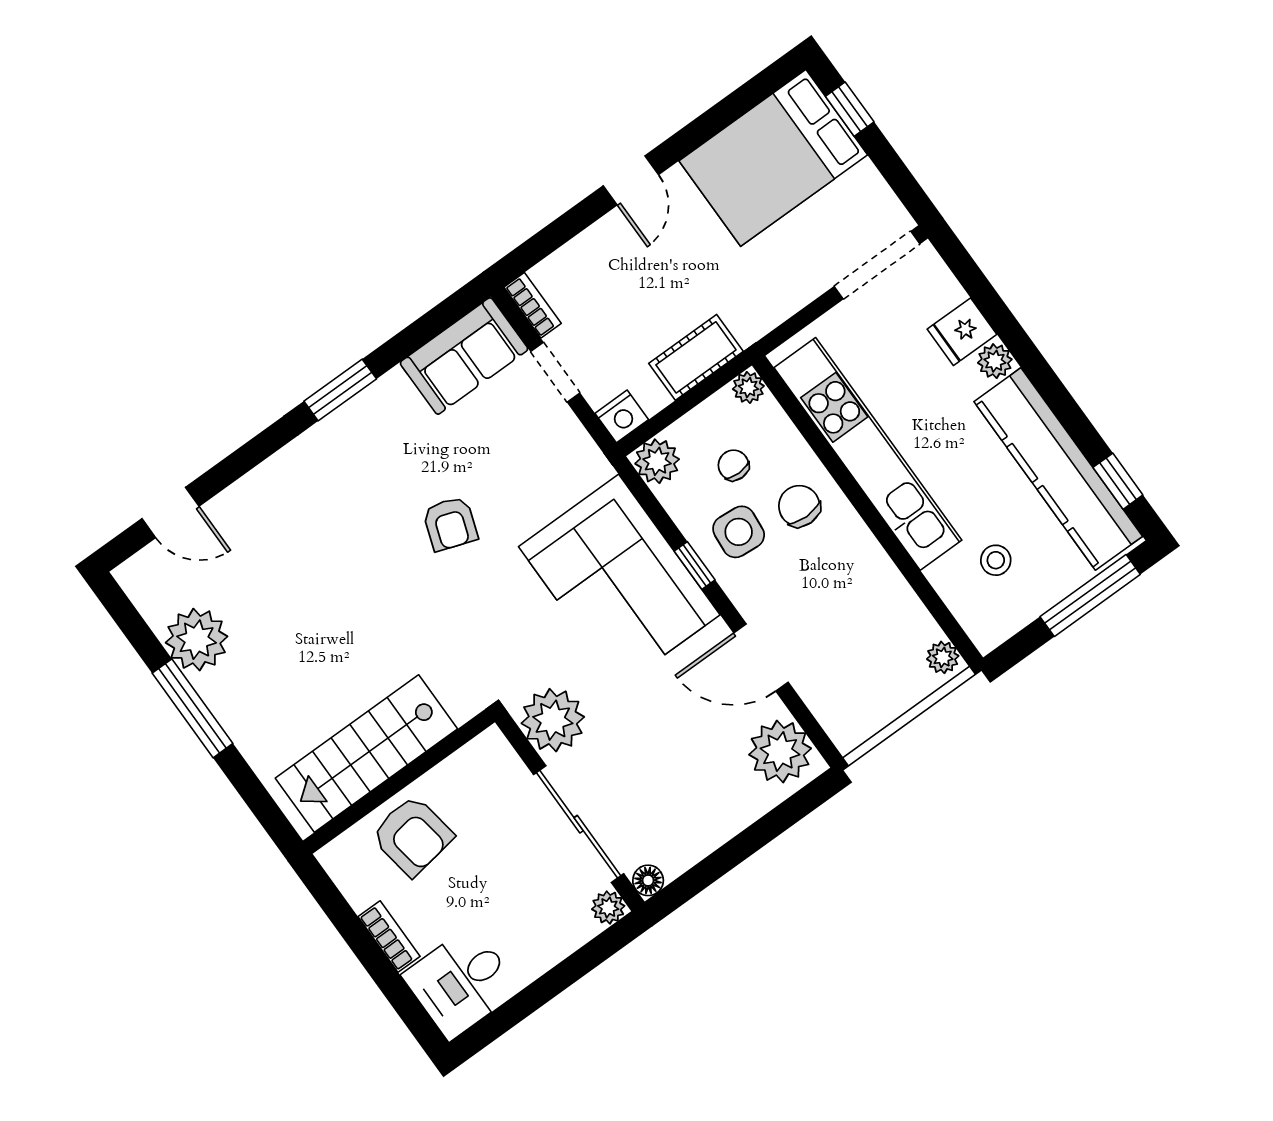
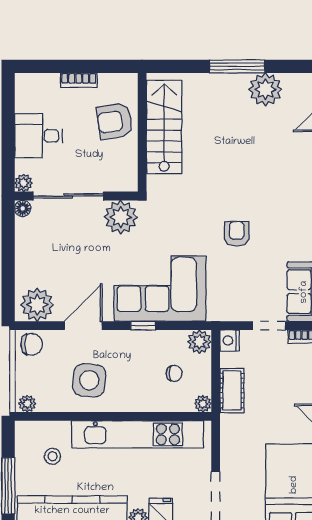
chair: (799, 506) -> (32, 344), moved
armchair: (450, 524) -> (237, 234), turned 71
side table: (739, 532) -> (89, 380), moved, width x1.37, depth x1.37
desk: (461, 982) -> (39, 136), moved, turned -90

